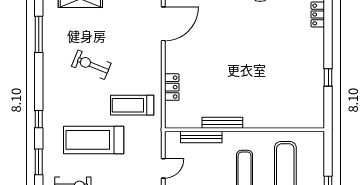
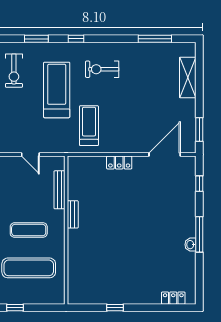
door: (163, 24) -> (165, 154), swing flipped
exercise bike: (91, 65) -> (102, 69), moved, turned -112
locker: (172, 87) -> (119, 162), moved
bench: (222, 123) -> (73, 214), width x0.73

